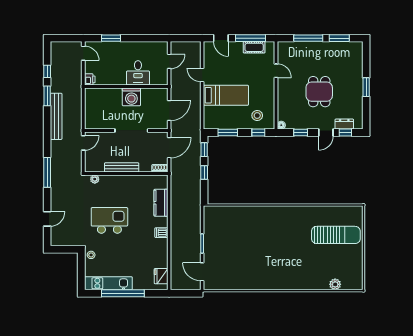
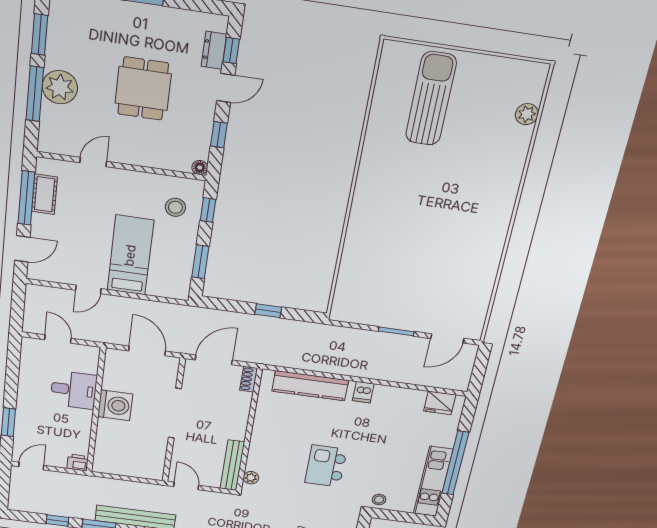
plant: (314, 50) -> (60, 87), added
dining table: (319, 92) -> (143, 89), turned 90
door: (326, 132) -> (226, 88), hinge flipped
door: (169, 148) -> (214, 360), hinge flipped
window: (204, 150) -> (226, 305), removed
bench: (122, 167) -> (232, 465), moved
kitchen counter: (161, 203) -> (310, 386), width x1.50
kitchen island: (109, 220) -> (326, 466), width x0.73, depth x0.78

